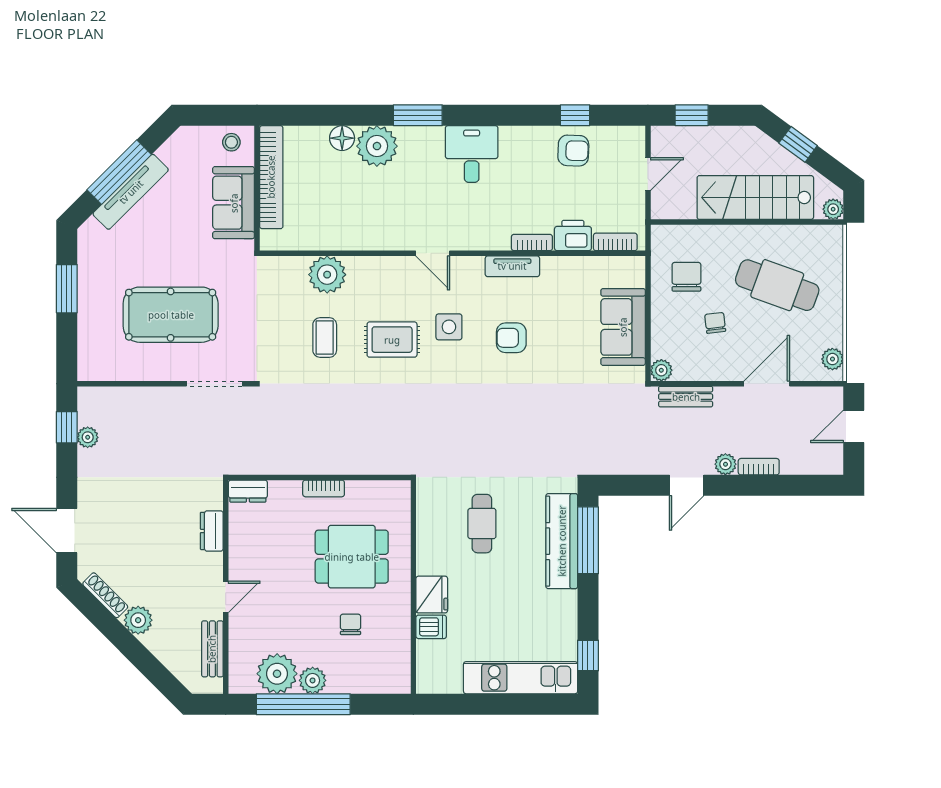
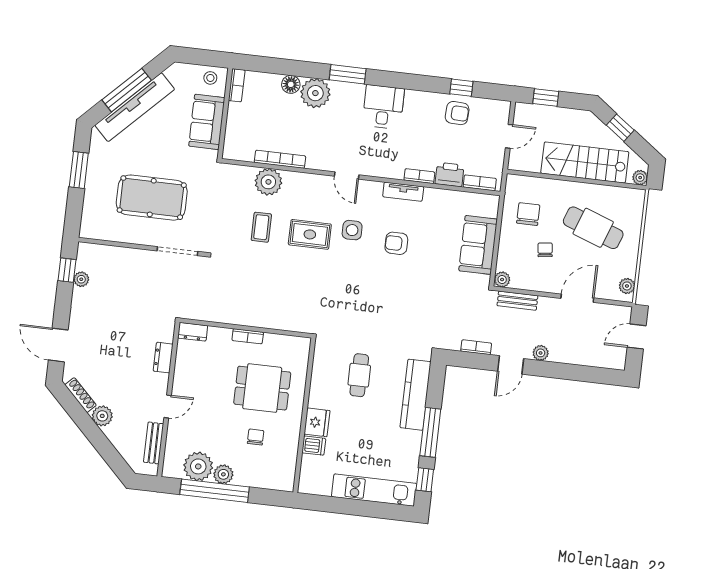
bookcase: (271, 177) -> (237, 85), width x0.43, depth x0.76
tv unit: (131, 192) -> (135, 107), width x1.36, depth x1.29
bookcase: (339, 242) -> (280, 159), added
bookcase: (759, 467) -> (476, 347), moved
window: (588, 540) -> (430, 432), moved

